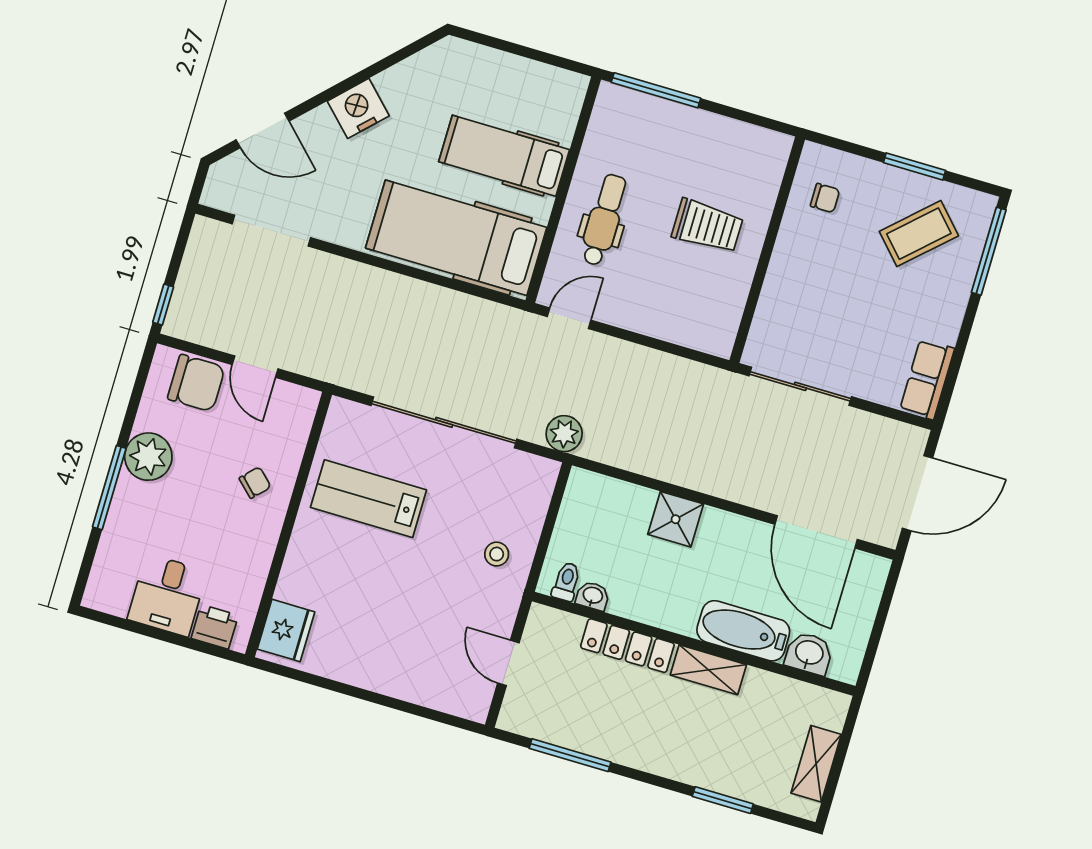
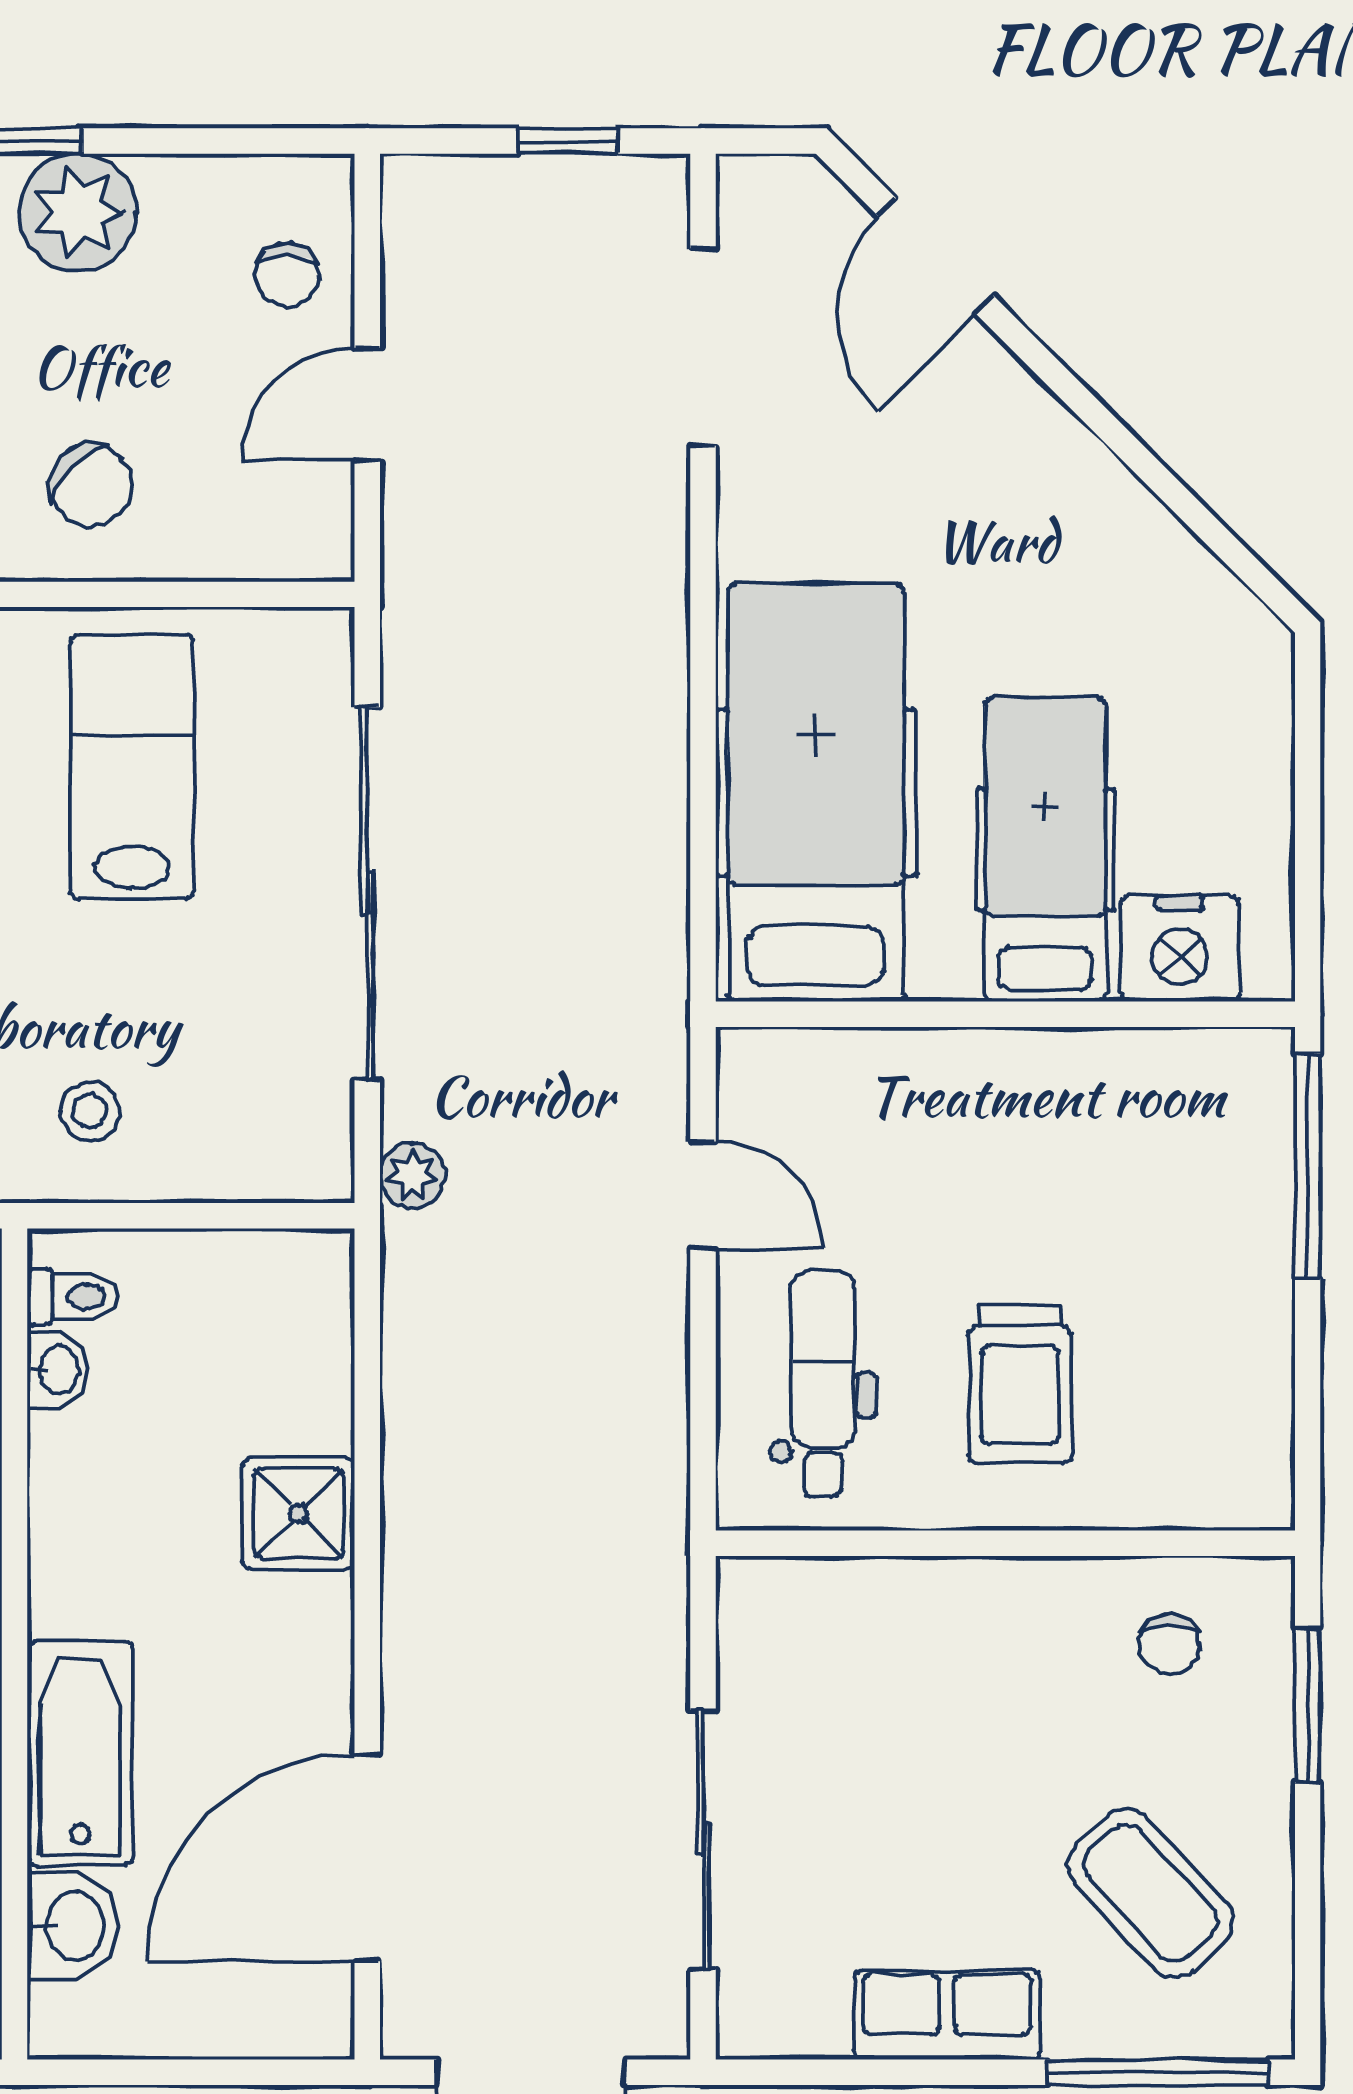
nightstand: (358, 108) -> (1180, 949), moved, turned 135
window: (915, 166) -> (1308, 1705), moved
dental chair: (604, 220) -> (823, 1384), moved, turned -90
window: (163, 305) -> (568, 141), moved
door: (569, 318) -> (703, 1195), moved
row of seats: (927, 379) -> (947, 2015), moved
chair: (196, 383) -> (287, 275), width x0.54, depth x0.54
sliding door: (800, 386) -> (703, 1839), moved
plant: (564, 434) -> (412, 1175), width x0.73, depth x0.73
chair: (255, 483) -> (91, 485), width x1.37, depth x1.37

